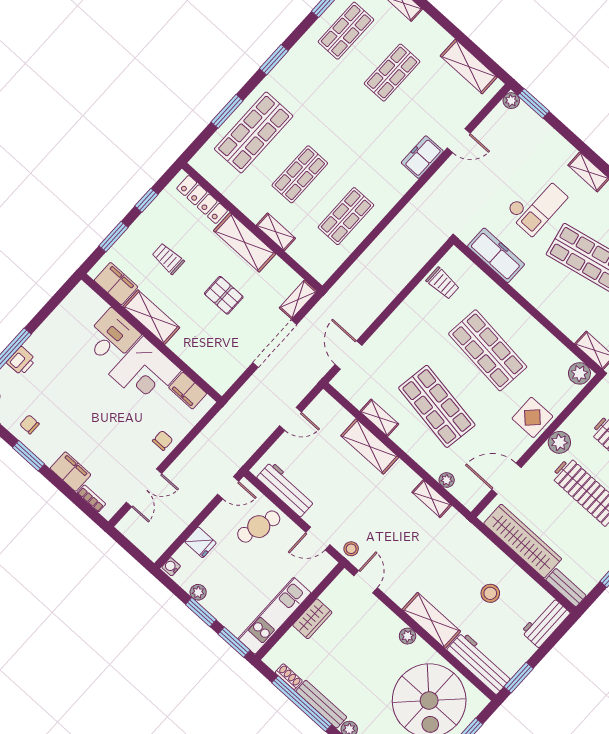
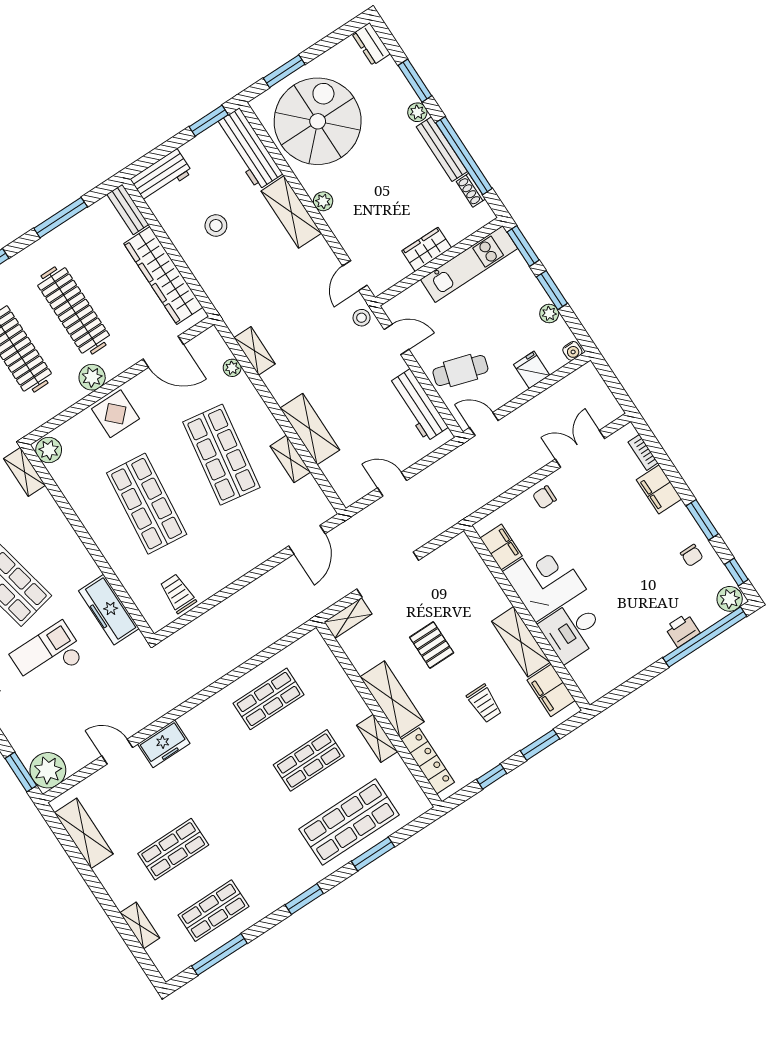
plant: (511, 101) -> (48, 770), width x1.88, depth x1.88
shelving: (276, 232) -> (377, 738), moved

